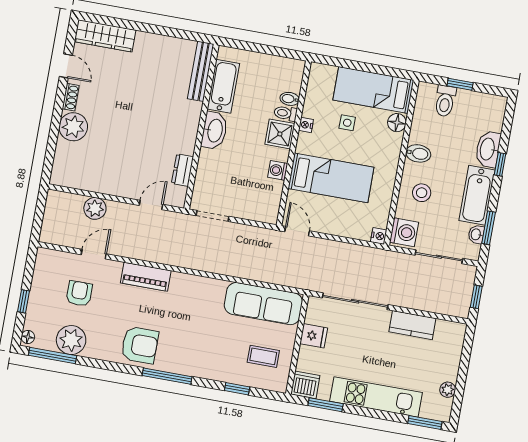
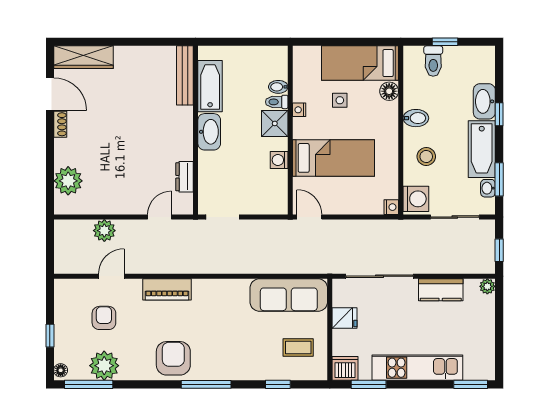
door: (66, 66) -> (50, 94), width x1.37
plant: (73, 127) -> (68, 181), moved
armchair: (140, 345) -> (173, 358), turned -90
plant: (448, 390) -> (487, 286), moved

